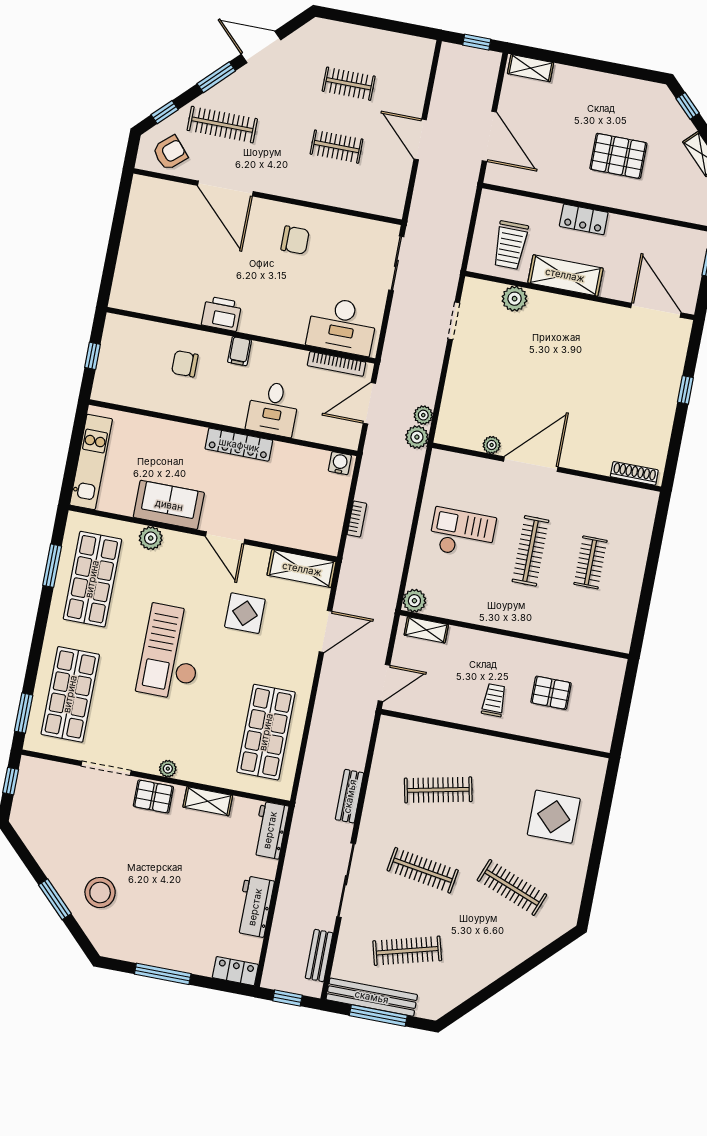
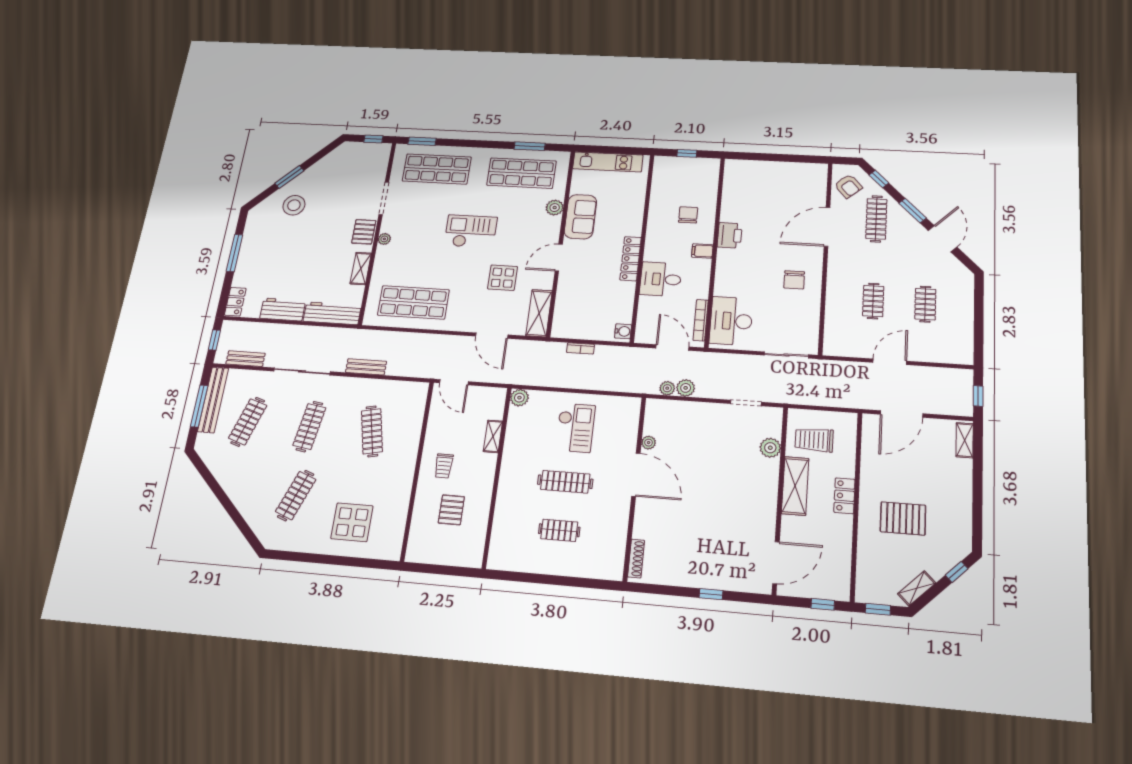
pallet: (618, 156) -> (903, 518), turned 90
plant: (417, 437) -> (686, 388), moved
shelving: (426, 630) -> (493, 436), moved
checkout: (171, 652) -> (471, 231), width x0.73, depth x0.83
trolley: (494, 700) -> (444, 466), turned 90
workbench: (270, 830) -> (332, 313), width x1.38
clothes rail: (407, 951) -> (248, 422), turned 33

